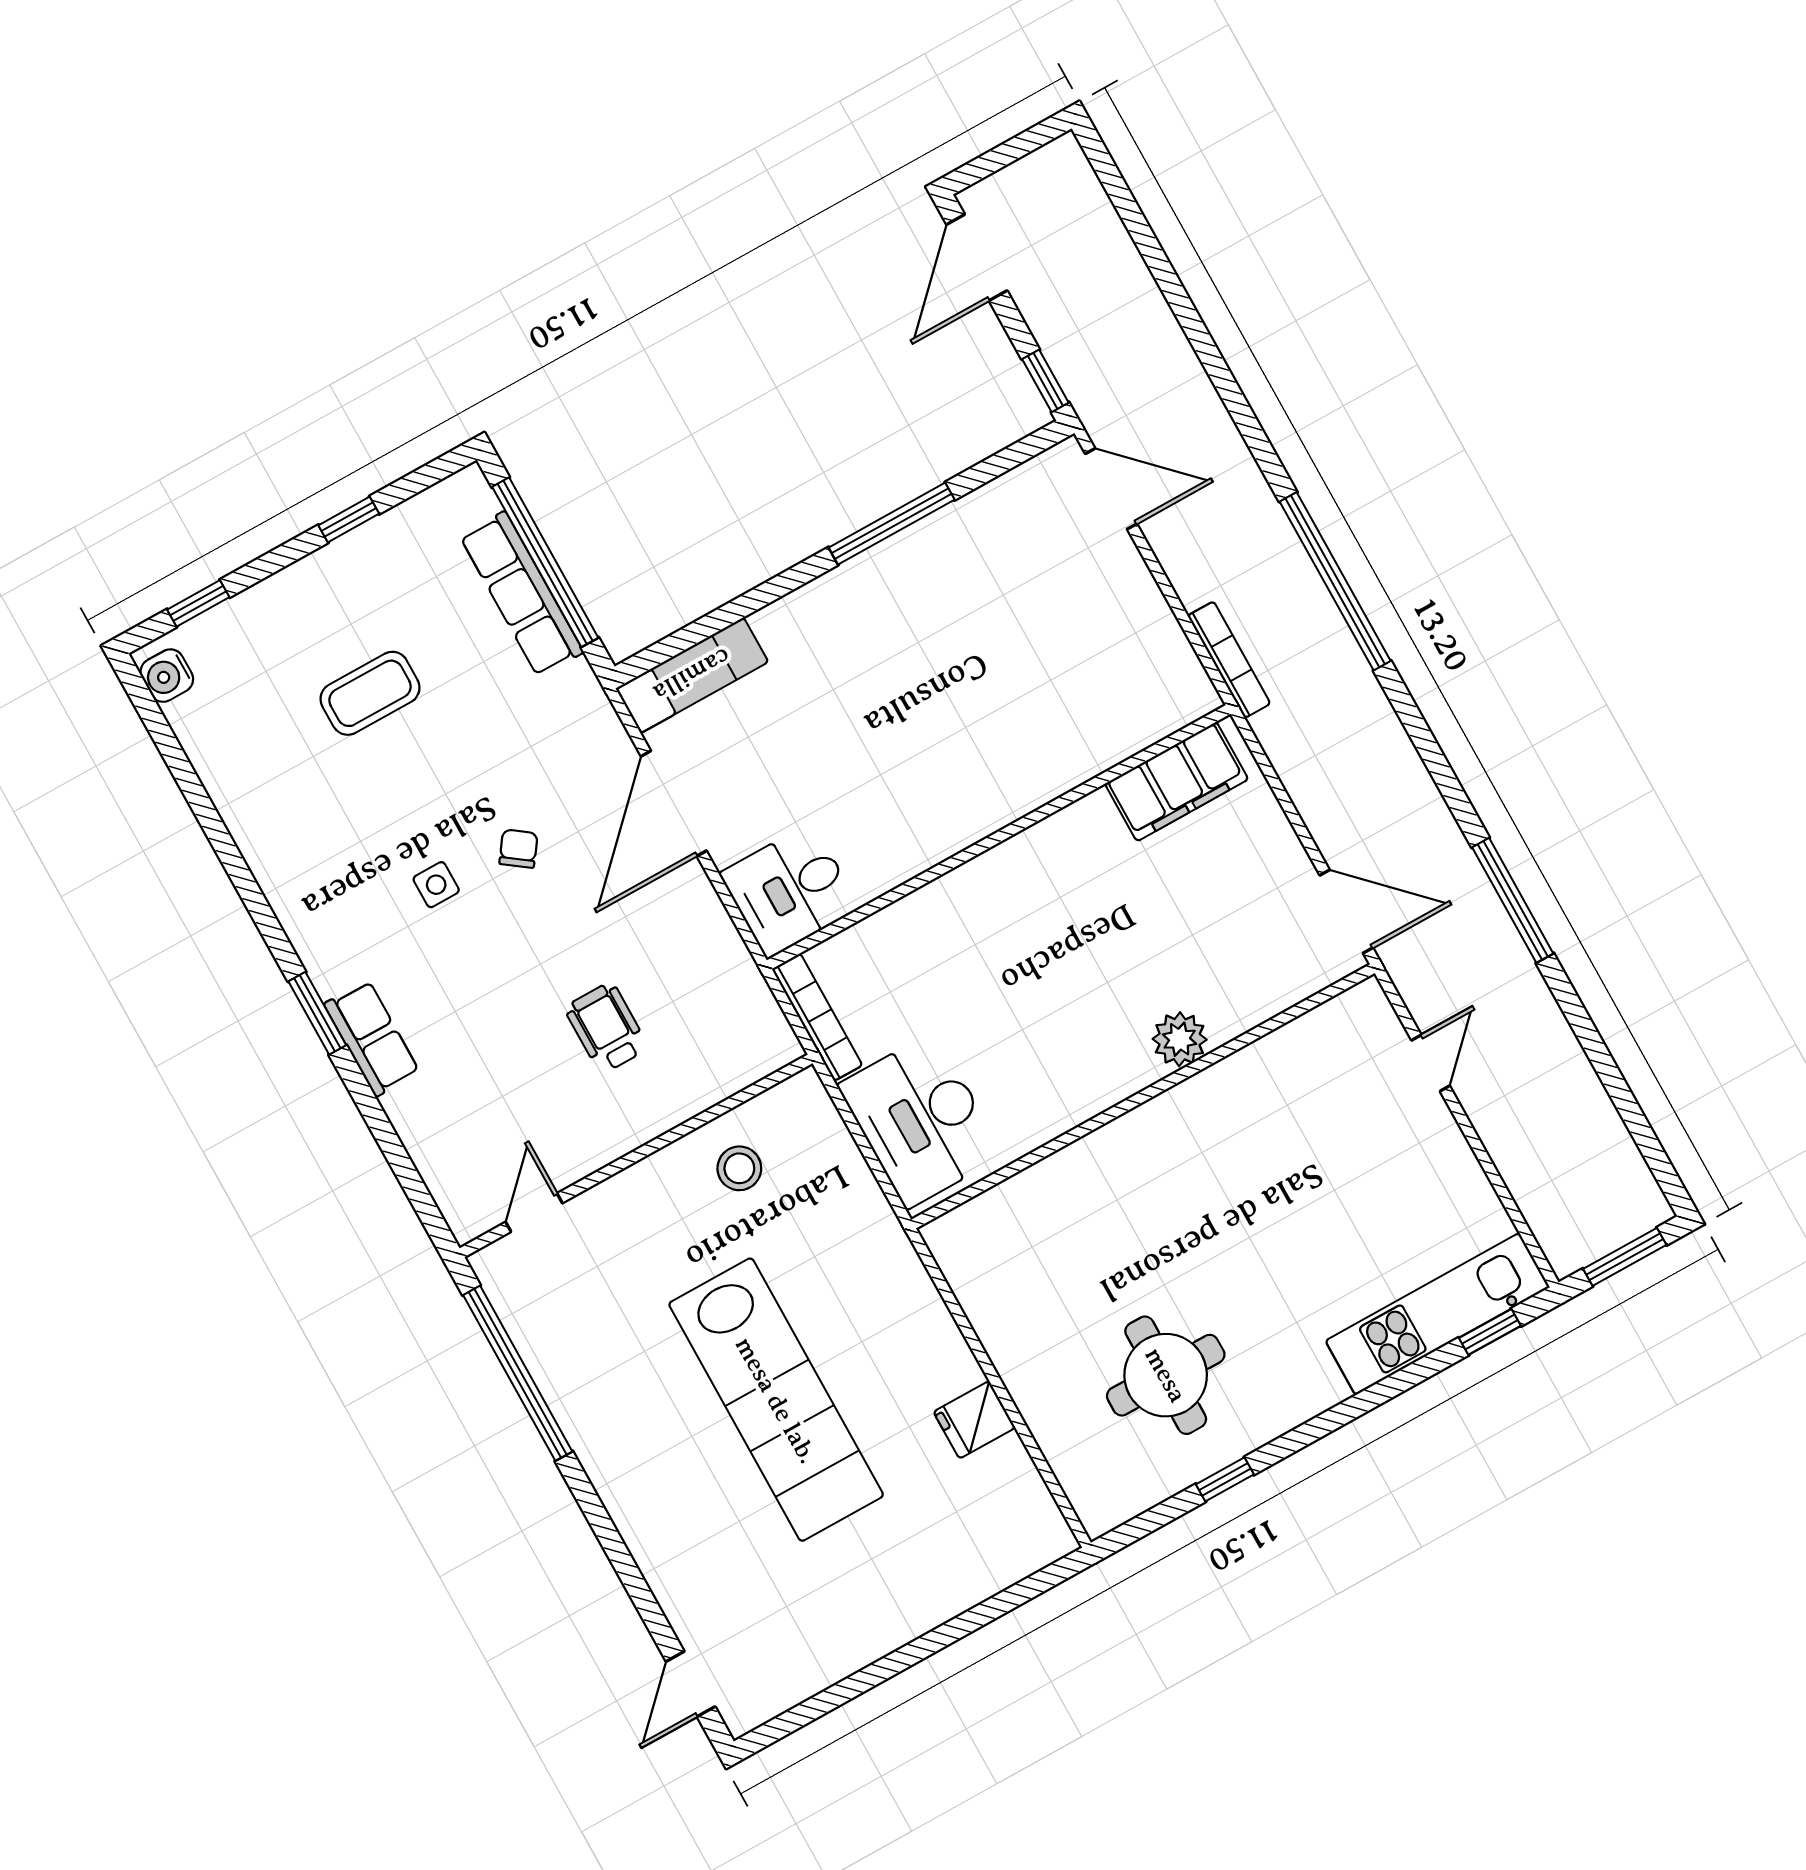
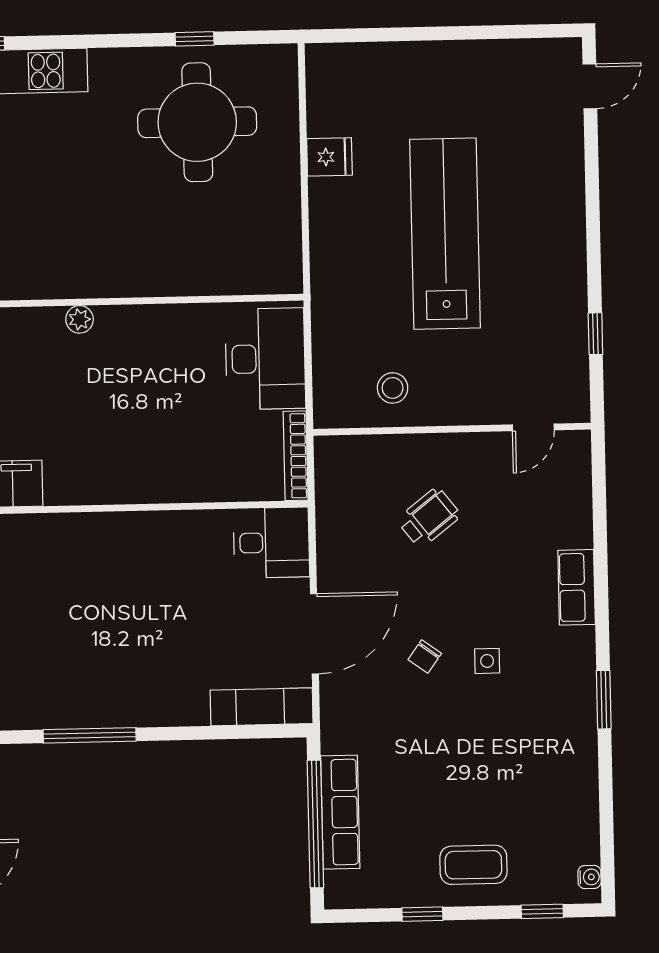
water cooler: (167, 676) -> (589, 877), width x0.72, depth x0.72
coffee table: (370, 693) -> (473, 865), moved
window: (317, 1013) -> (604, 700), moved
wheelchair: (606, 1028) -> (429, 518), turned -128
plant: (1180, 1039) -> (80, 319), width x0.73, depth x0.73
window: (518, 1373) -> (595, 334), width x0.32
round table: (1166, 1375) -> (197, 122), width x1.36, depth x1.36

